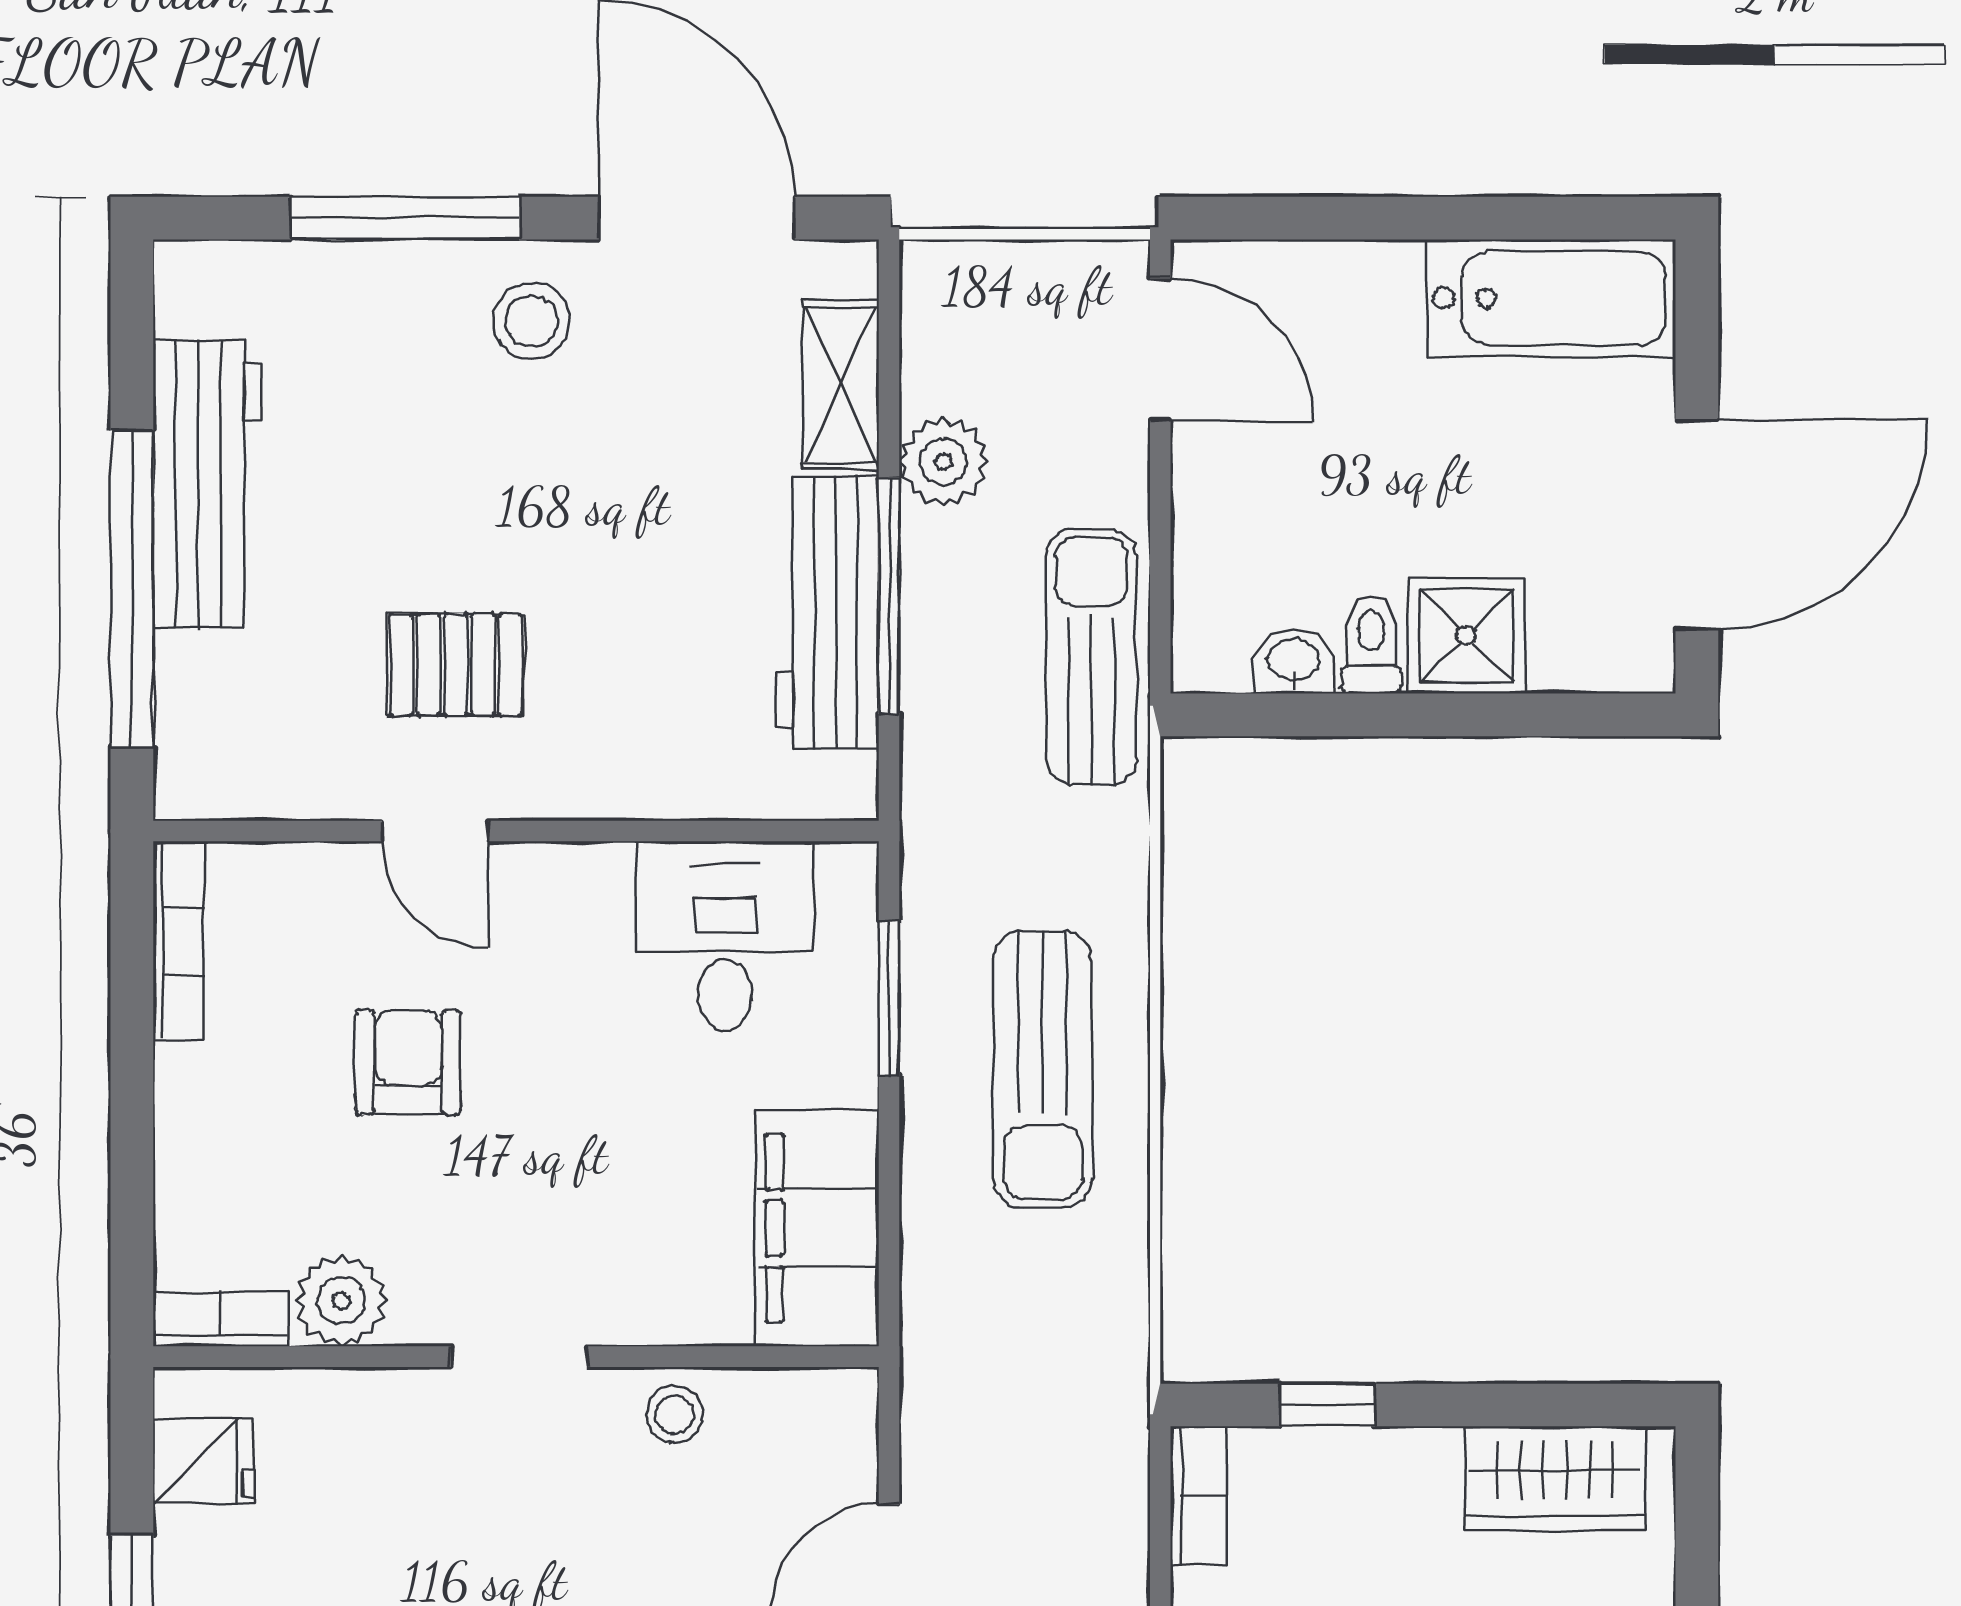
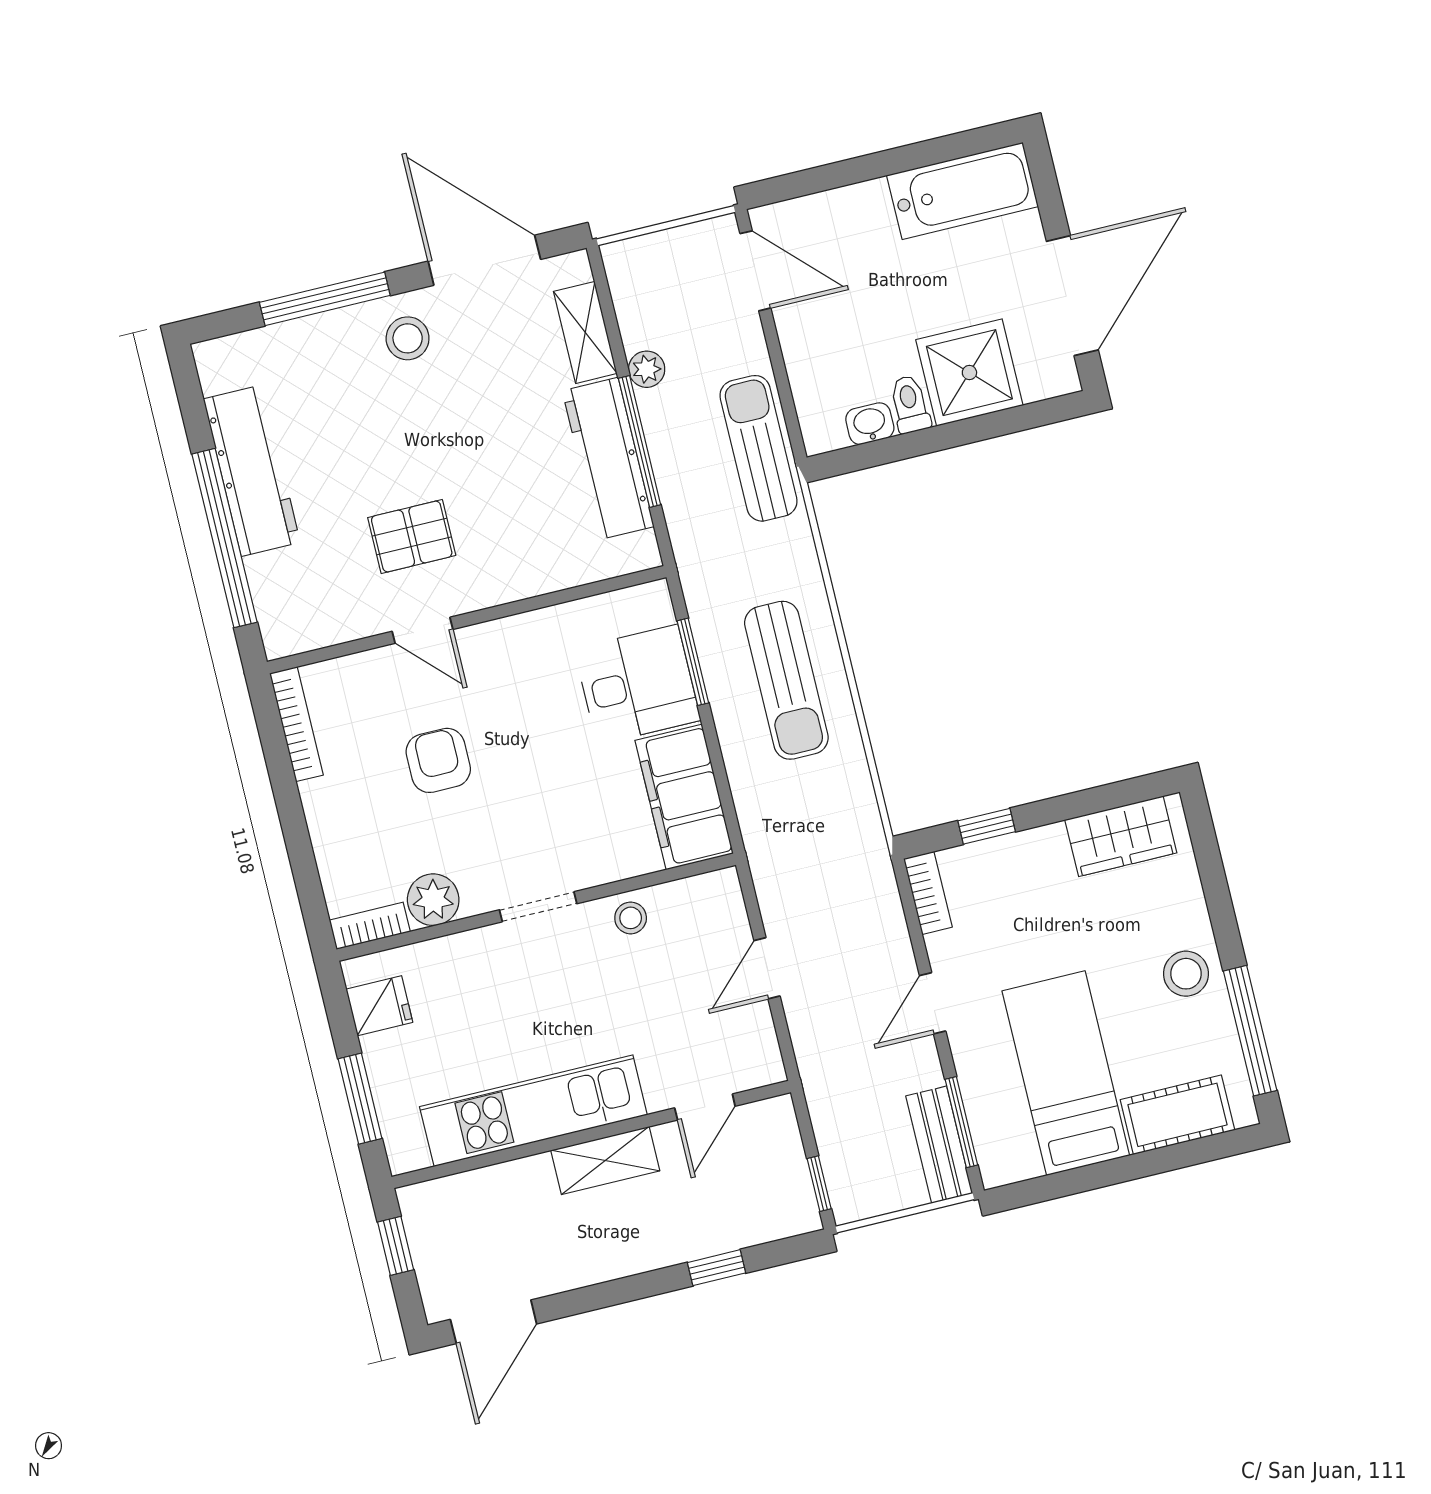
plant: (943, 462) -> (647, 369), width x0.73, depth x0.73
shower: (1466, 636) -> (969, 373), width x1.36, depth x1.36
desk: (725, 936) -> (637, 685), moved, turned 90

